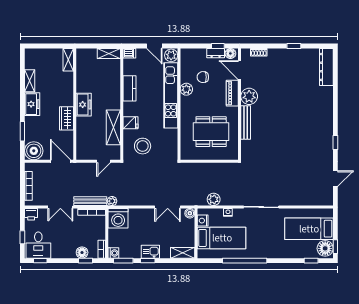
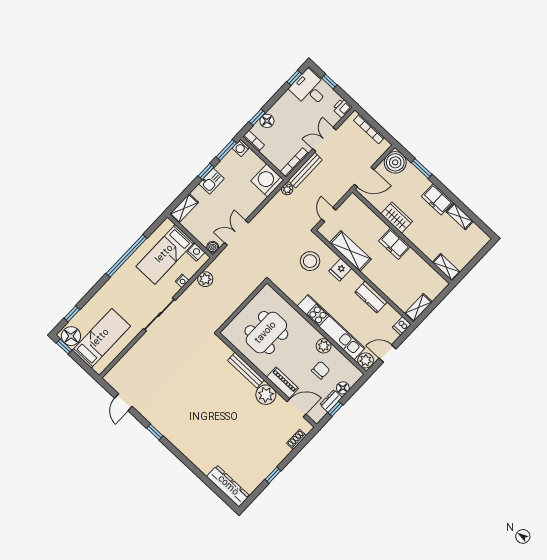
floor lamp: (230, 53) -> (343, 388), moved

